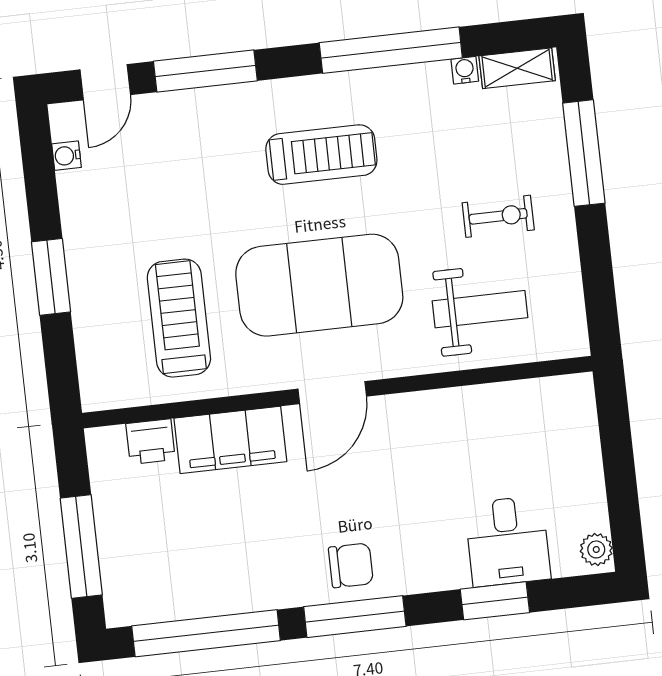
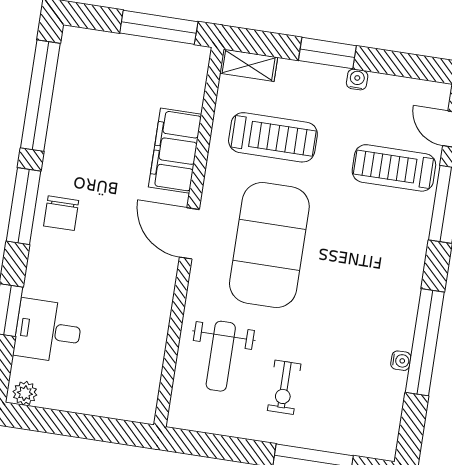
shelving: (517, 68) -> (249, 65), moved, turned 90
water cooler: (465, 70) -> (401, 361), moved
treadmill: (321, 155) -> (394, 168), moved, turned 90
water cooler: (67, 156) -> (357, 79), moved
printer: (151, 442) -> (189, 93), removed
window: (81, 547) -> (159, 27), moved

